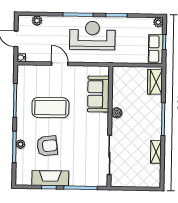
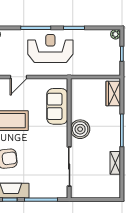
row of seats: (156, 49) -> (113, 61), removed
door: (60, 64) -> (19, 77), swing flipped
boiler: (117, 113) -> (80, 129), width x1.86, depth x1.86

